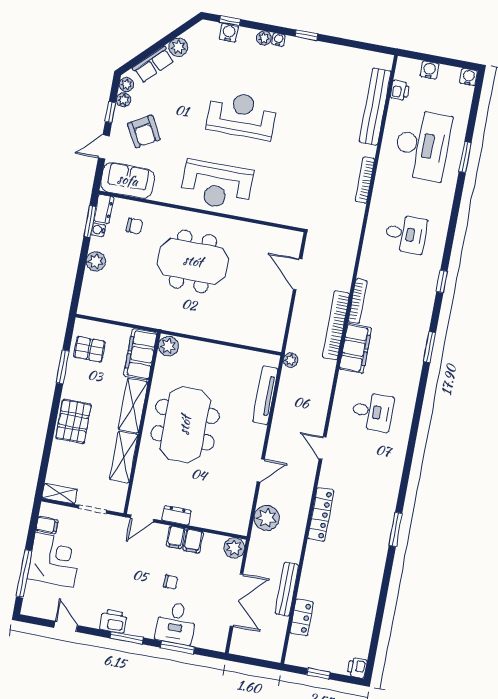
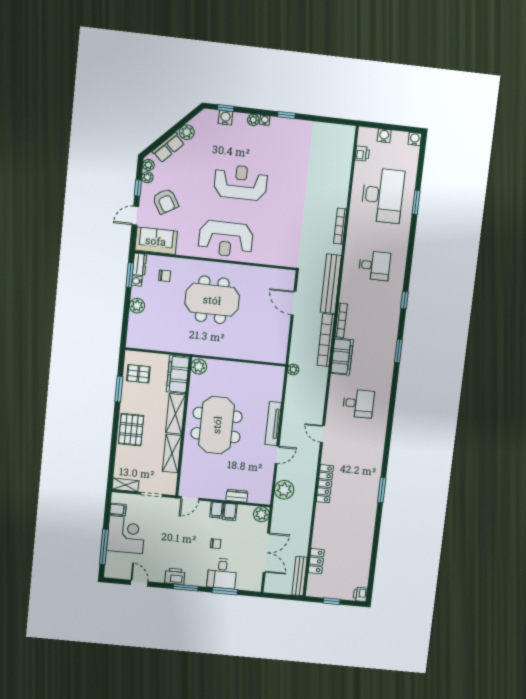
bench: (375, 107) -> (331, 284), moved
tv unit: (265, 395) -> (273, 424), moved
dresser: (177, 515) -> (237, 496), moved
bench: (287, 589) -> (300, 576), moved

